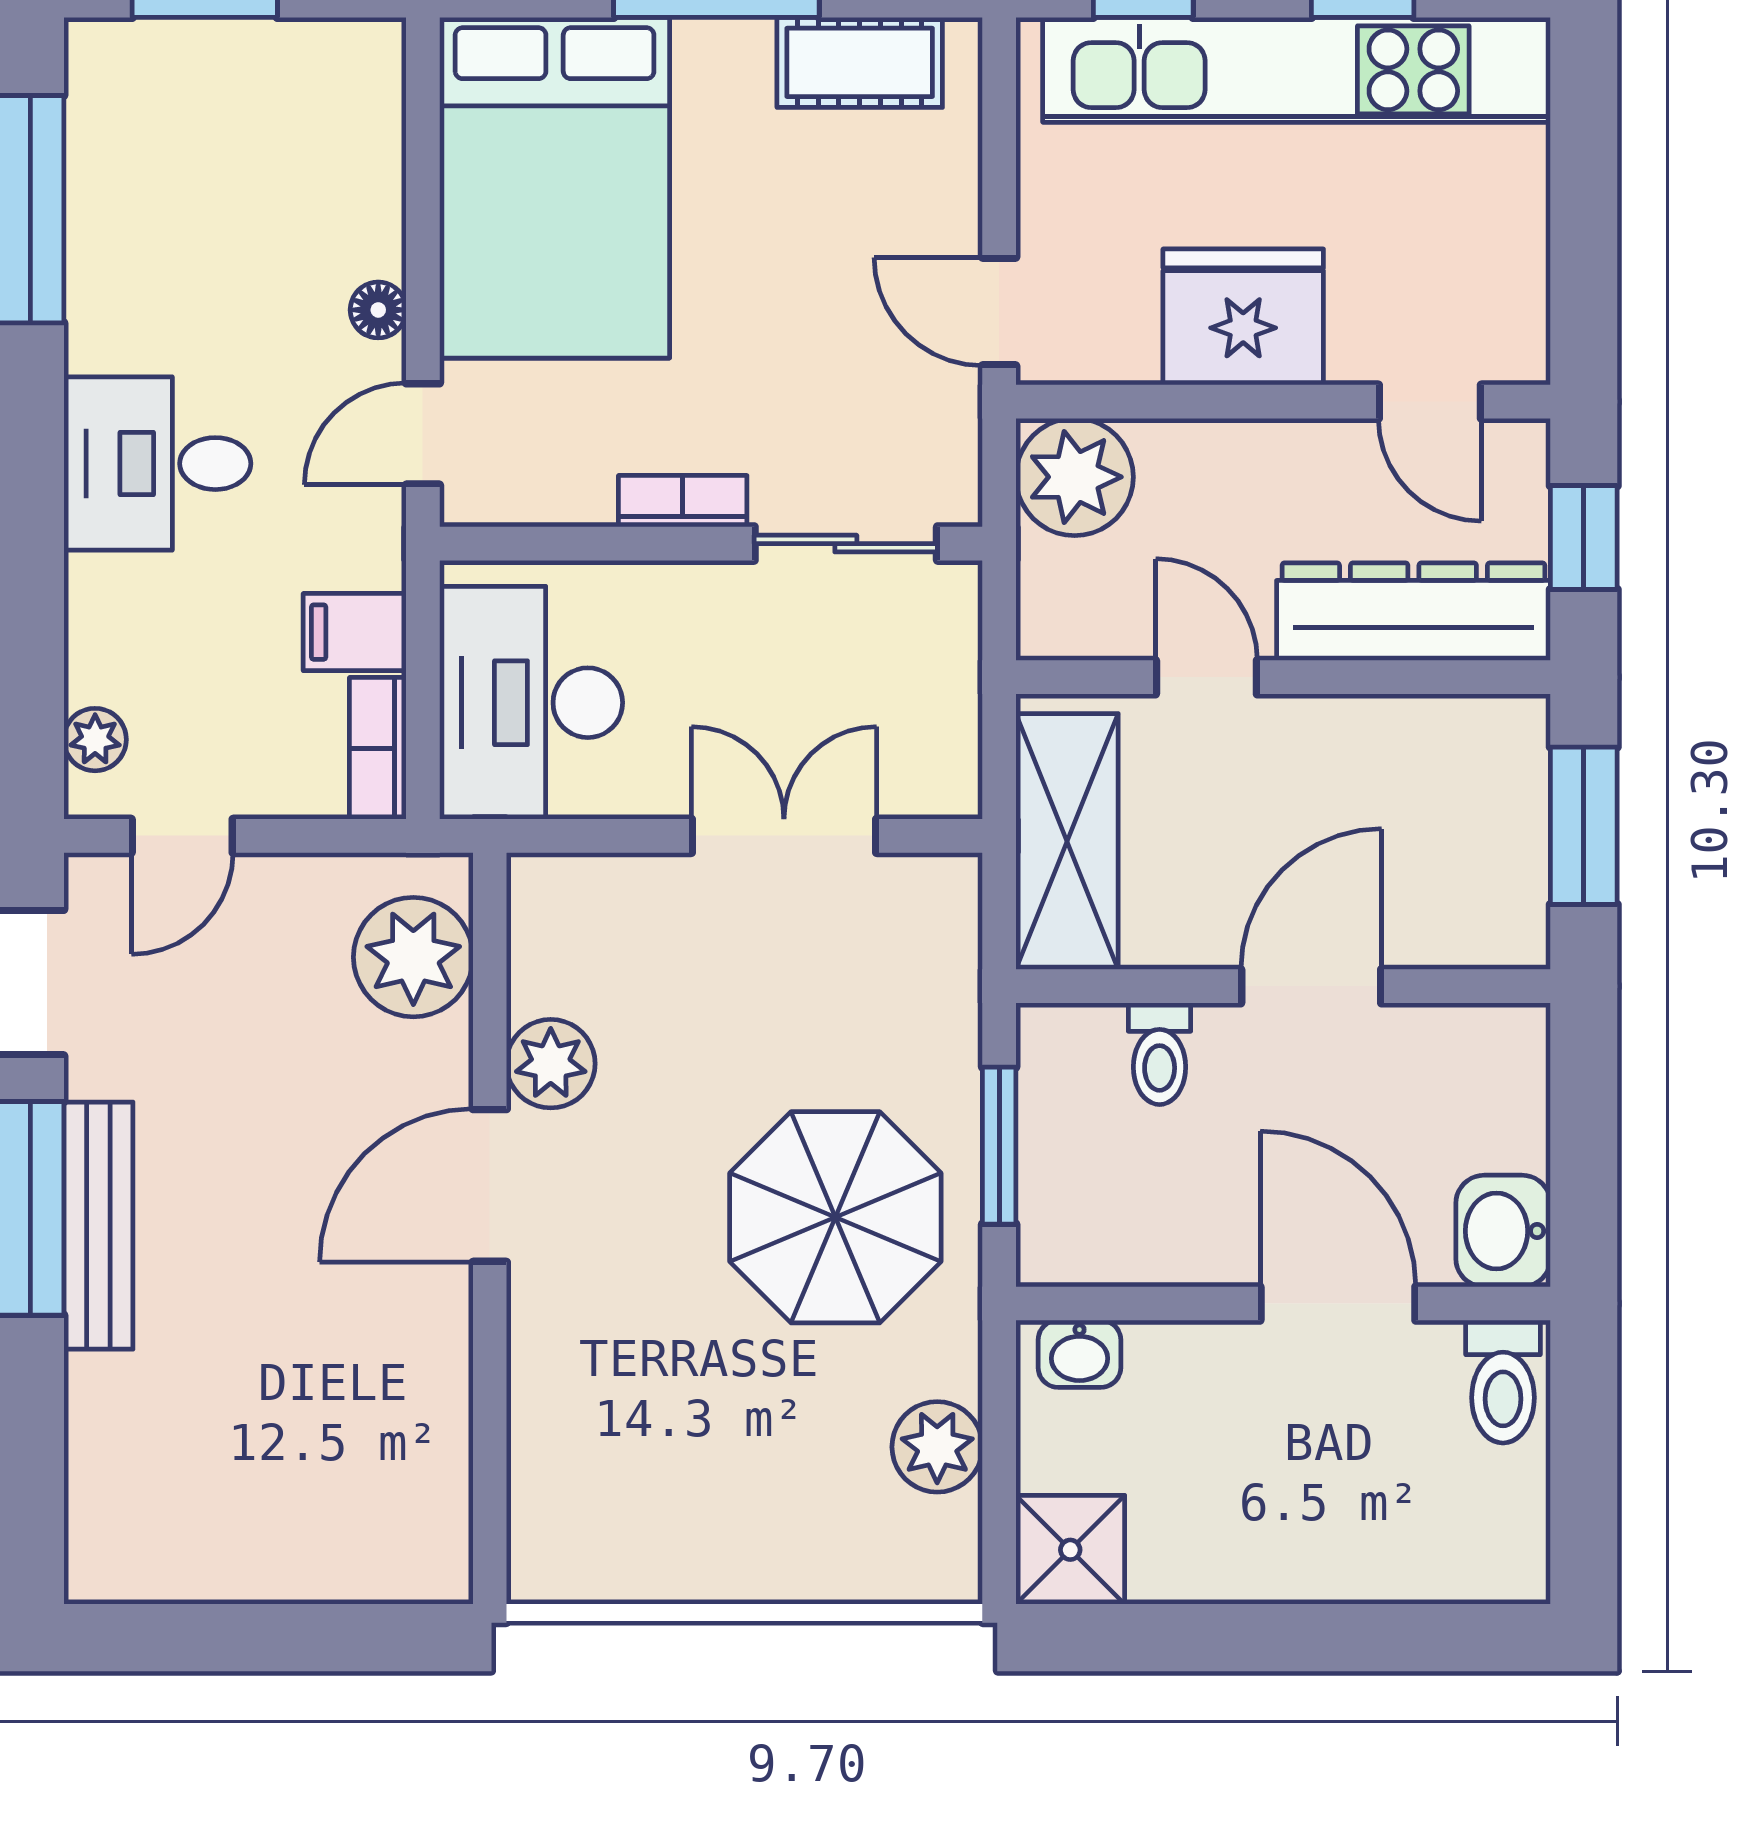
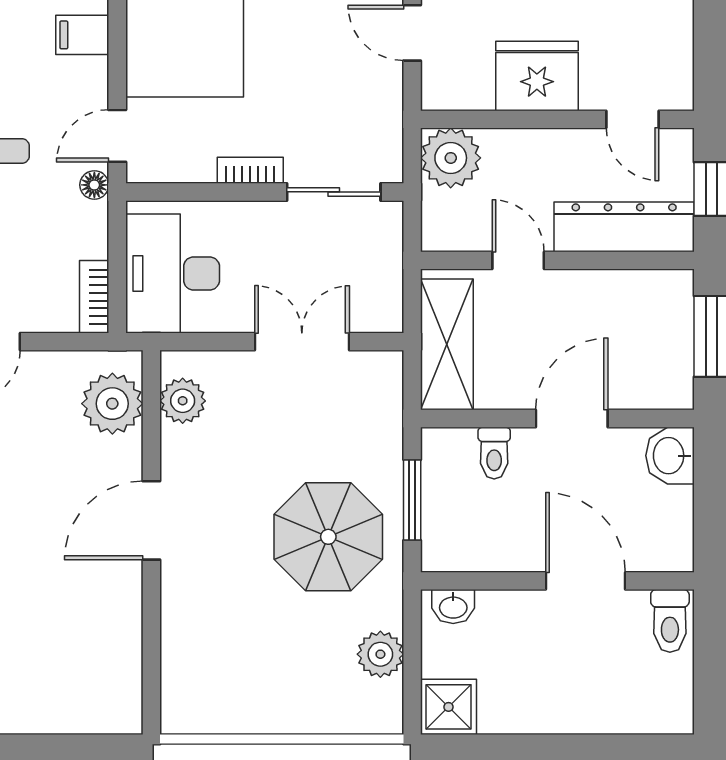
floor lamp: (378, 310) -> (94, 185), moved
door: (999, 311) -> (412, 33), moved
filing cabinet: (355, 632) -> (82, 35), moved
plant: (551, 1064) -> (183, 401), moved
washbasin: (1503, 1231) -> (670, 456), moved

